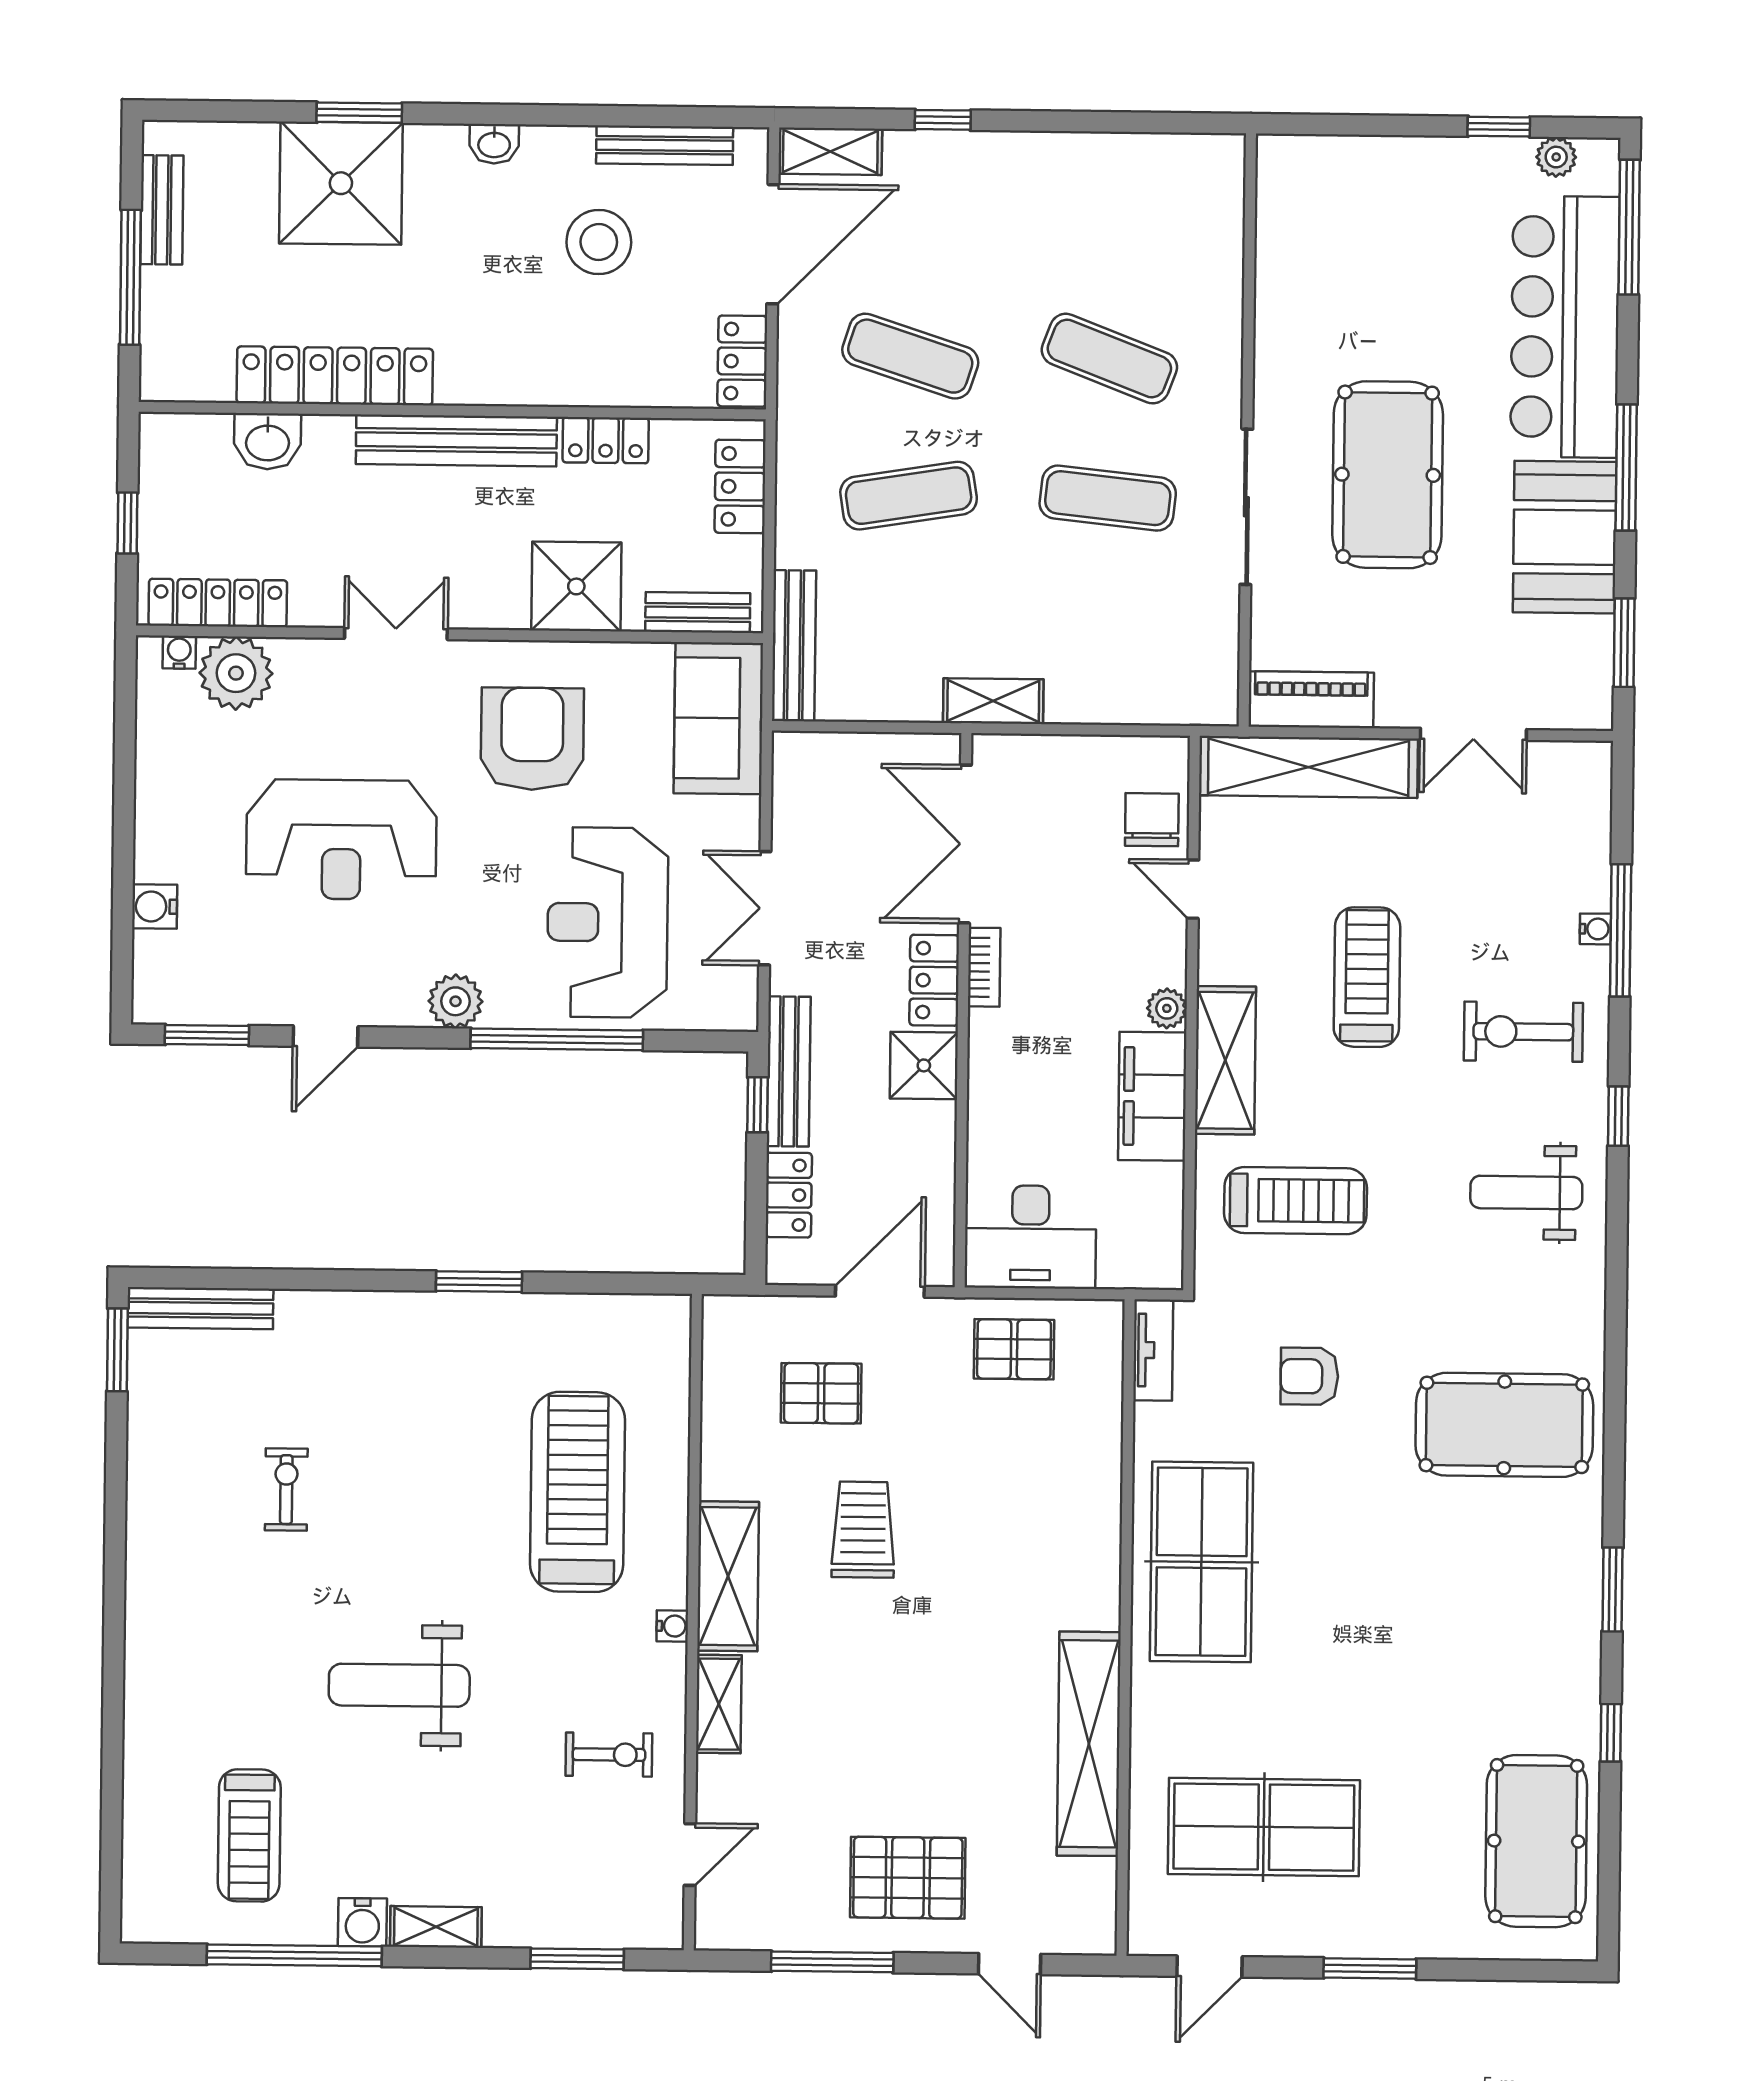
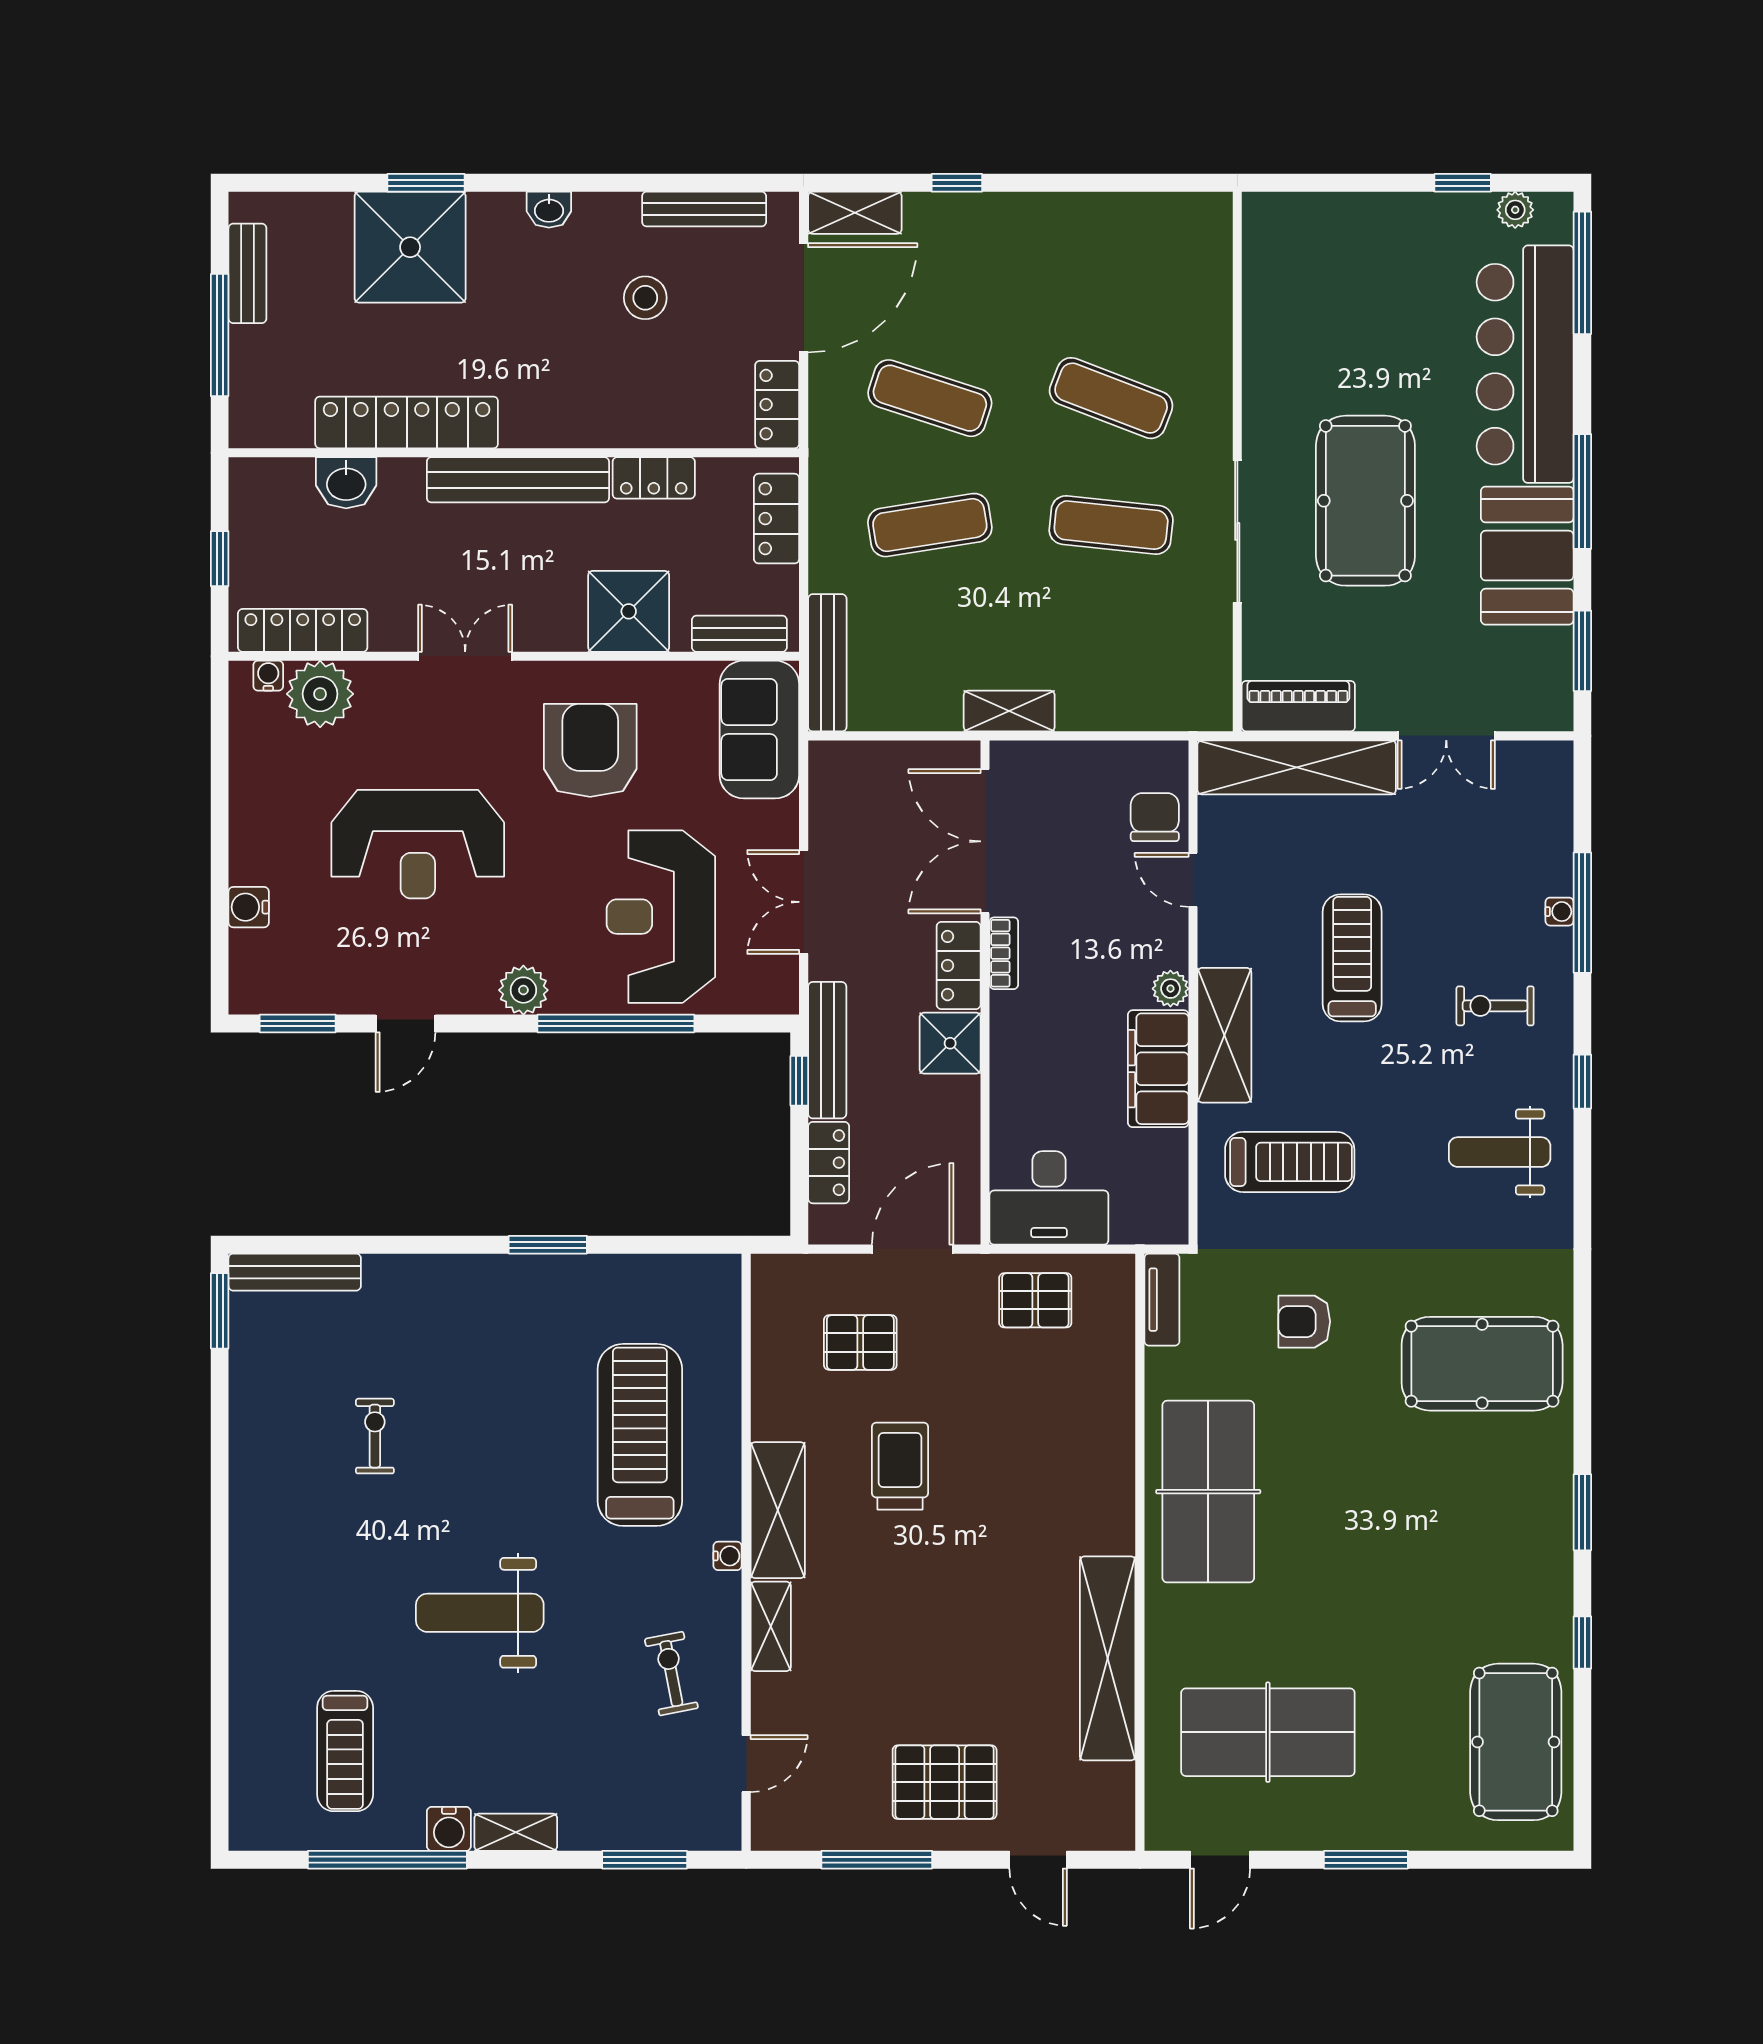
stool: (599, 242) -> (645, 298), width x0.73, depth x0.73
exercise bike: (1523, 1032) -> (1495, 1006), width x0.73, depth x0.72
exercise bike: (609, 1755) -> (671, 1674), turned -101

